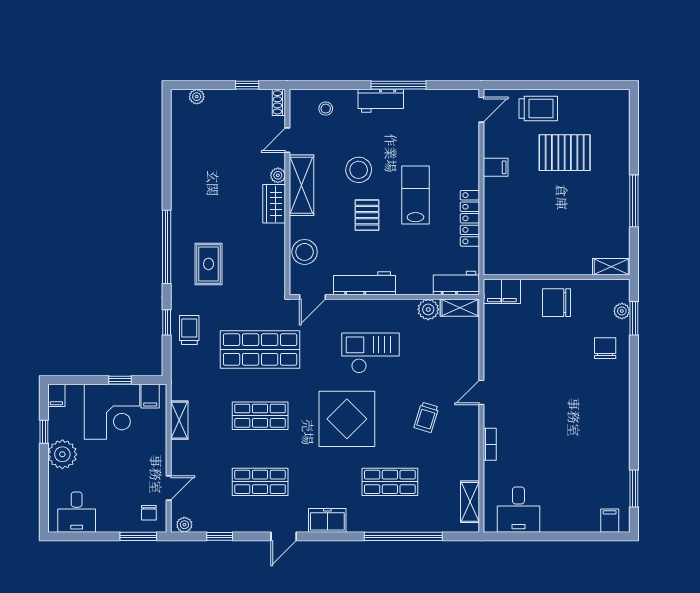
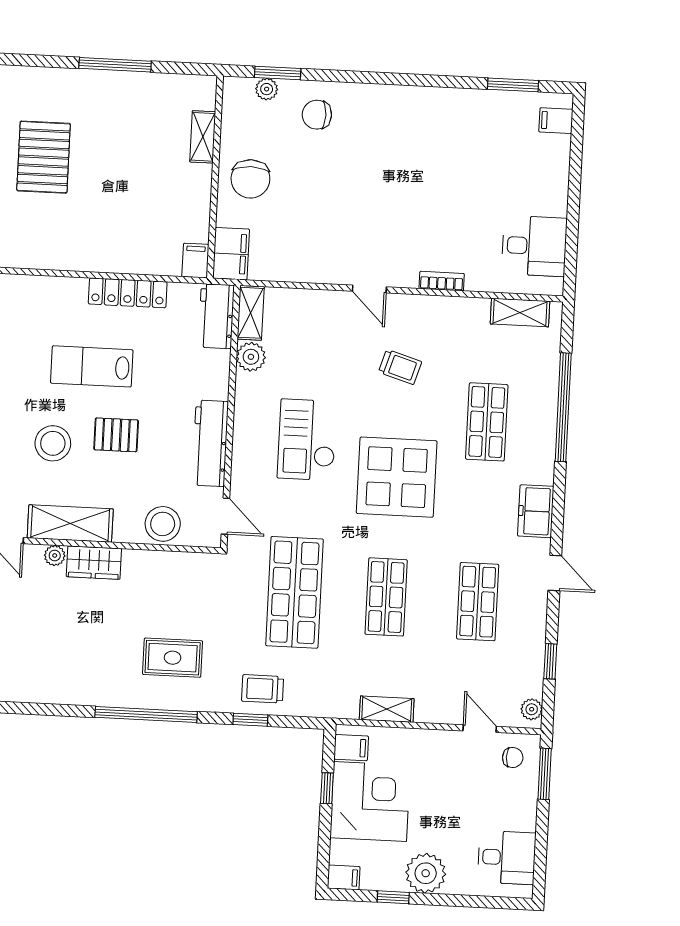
filing cabinet: (496, 167) -> (195, 261), moved
shelving: (611, 267) -> (203, 137), moved

